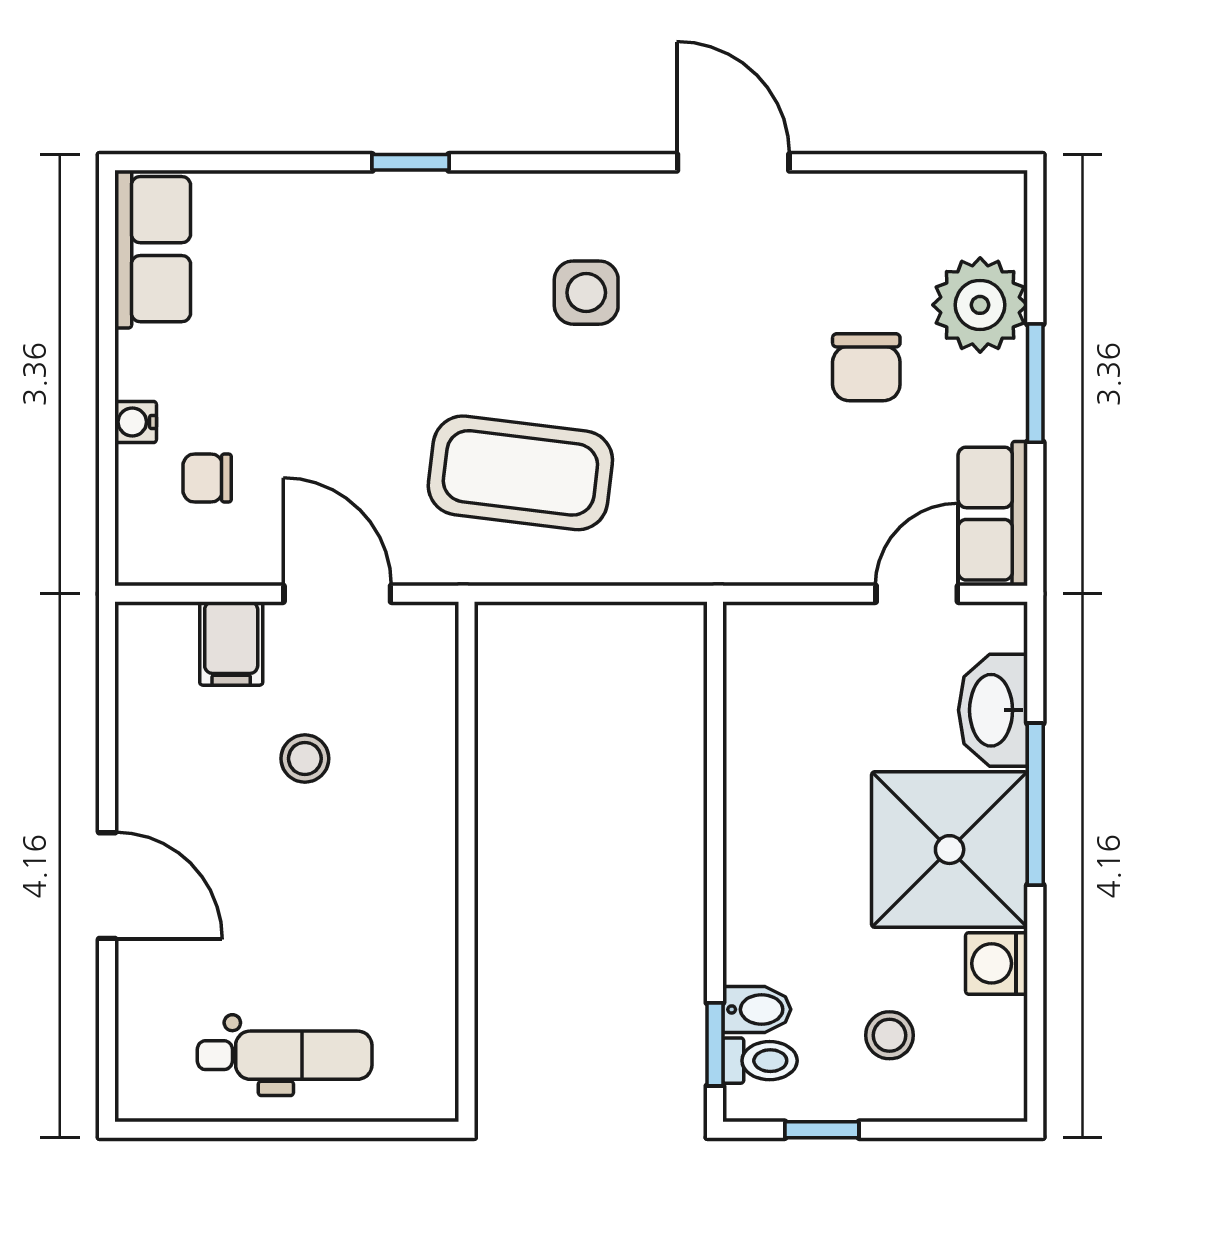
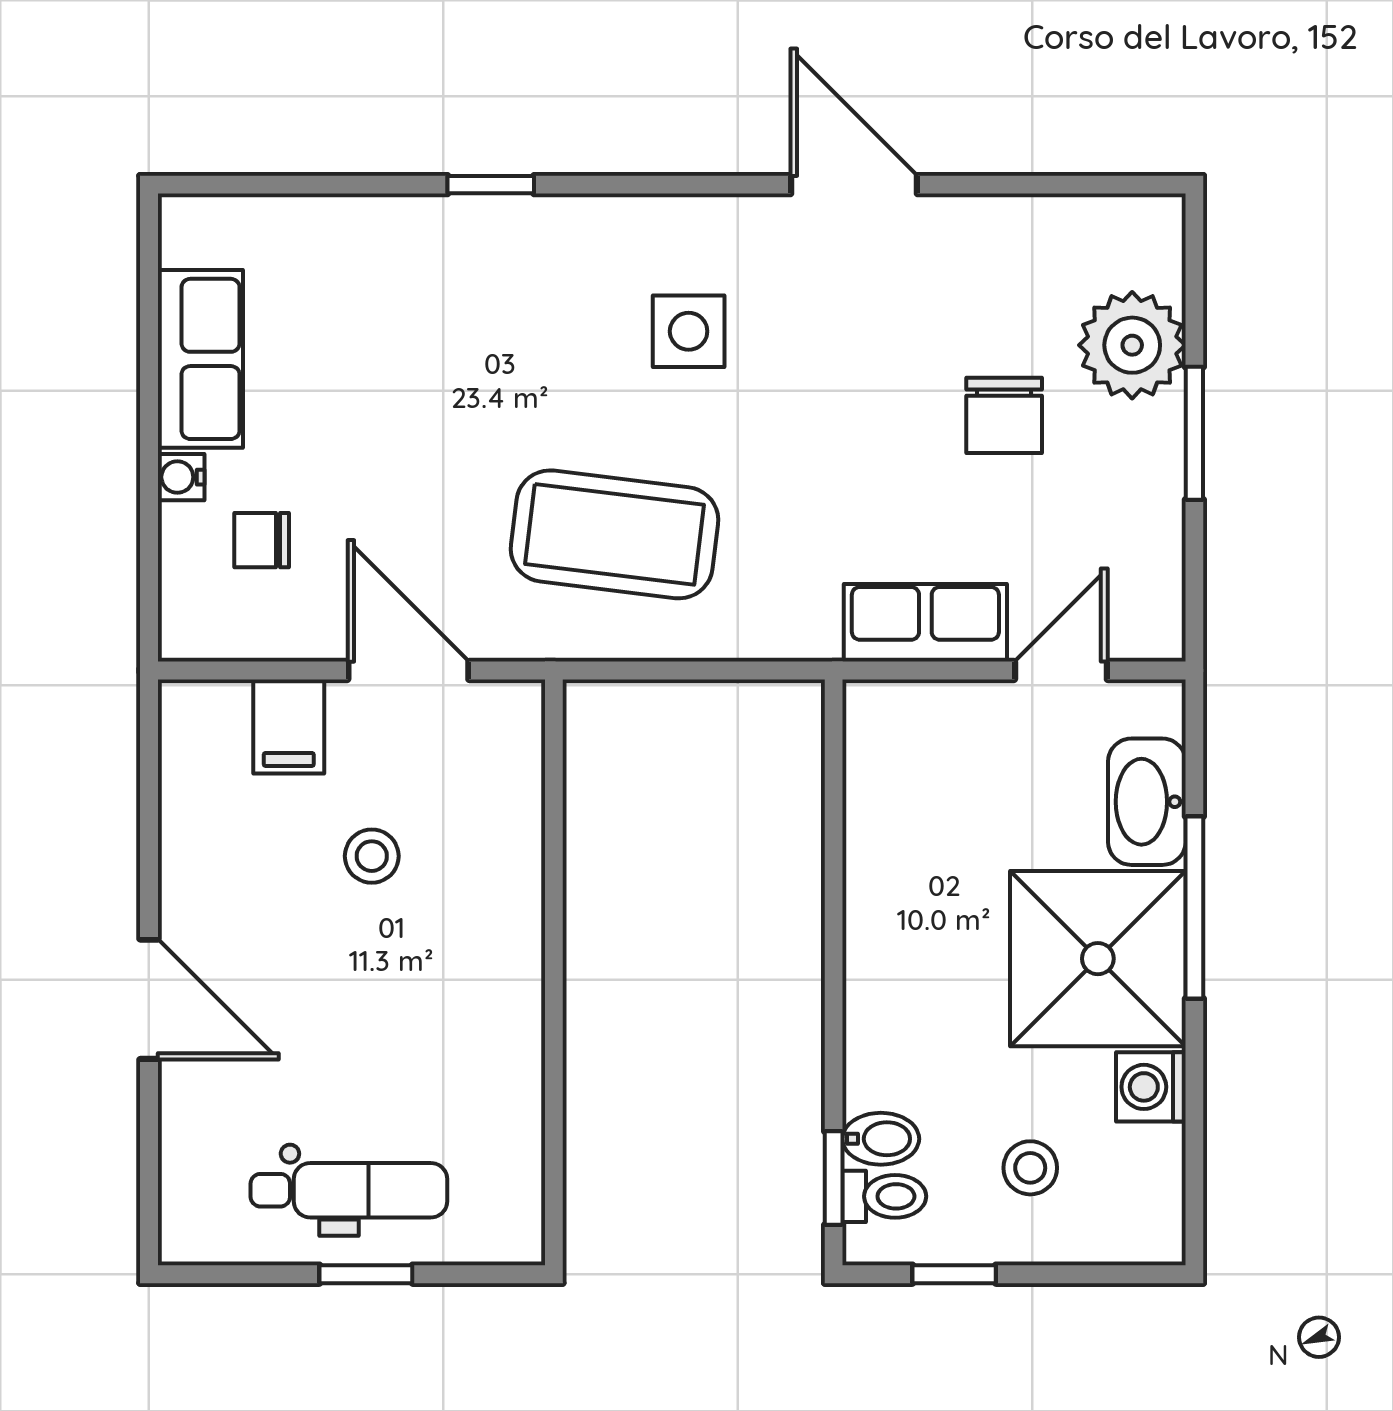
row of seats: (153, 249) -> (200, 359), moved
row of seats: (993, 514) -> (925, 623), moved, turned 90
window: (300, 1130) -> (366, 1274), added

